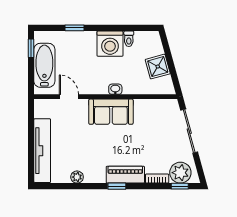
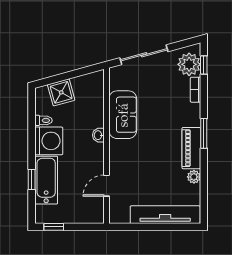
bathtub: (44, 65) -> (46, 180), moved, turned 90
shower: (158, 67) -> (61, 92), moved
sofa: (111, 112) -> (123, 115), moved
piano: (125, 175) -> (191, 148), moved
window: (117, 186) -> (204, 133), width x1.50

